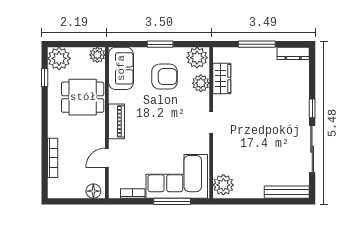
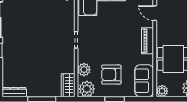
wardrobe: (222, 79) -> (68, 85), moved
door: (107, 158) -> (155, 13), swing flipped

